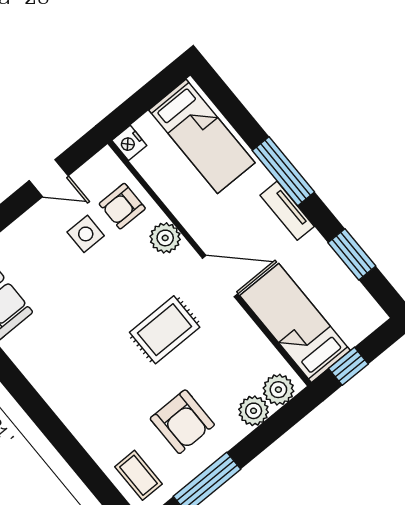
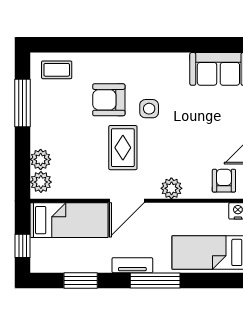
armchair: (122, 206) -> (224, 181), moved
side table: (86, 234) -> (149, 109), moved
window: (348, 366) -> (23, 246), moved
armchair: (182, 422) -> (109, 100), moved

